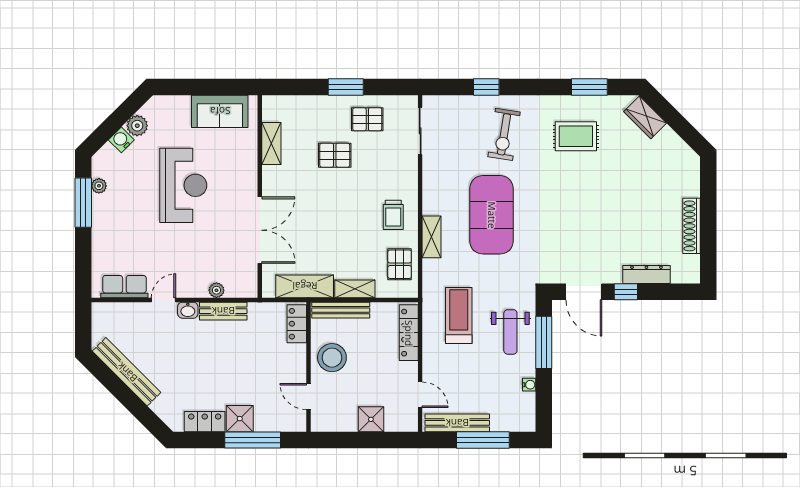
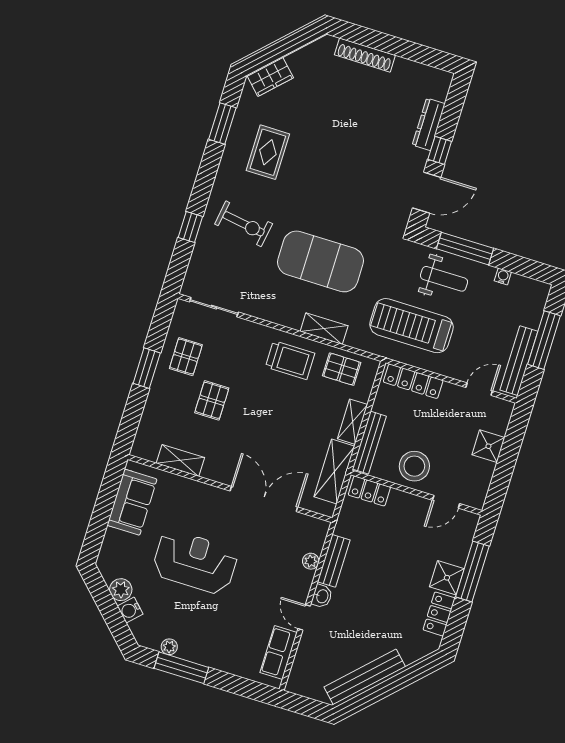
trolley: (393, 215) -> (290, 360), width x1.36, depth x1.39
shoe rack: (691, 226) -> (365, 55), moved
treadmill: (459, 316) -> (412, 326), width x1.37, depth x1.38

